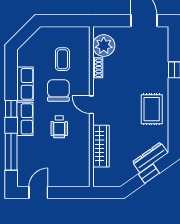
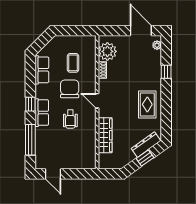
plant: (163, 38) -> (157, 45), added
row of seats: (25, 84) -> (42, 70), moved
door: (38, 192) -> (53, 174), swing flipped

